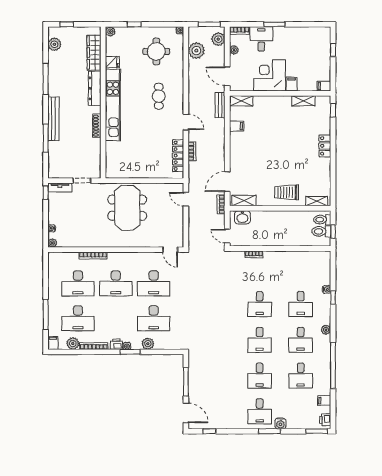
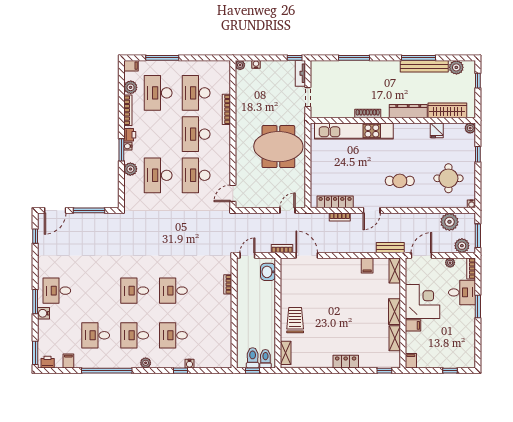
kitchen unit: (113, 105) -> (354, 131), moved
bench: (53, 119) -> (424, 66), moved
shelving: (244, 201) -> (395, 312), moved
desk: (260, 376) -> (96, 291), removed

